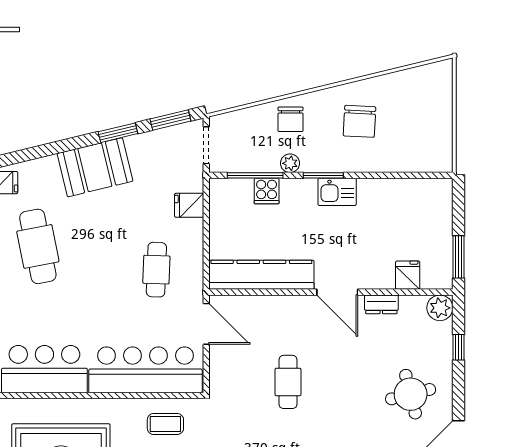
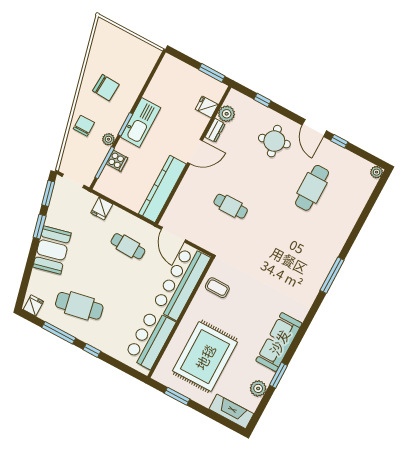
chair: (290, 119) -> (84, 126), turned -90
kitchen sink: (337, 192) -> (141, 122), width x1.87, depth x1.24
plant: (440, 308) -> (227, 114), moved
door: (206, 324) -> (173, 235), swing flipped
coffee table: (165, 424) -> (217, 288), turned 90

